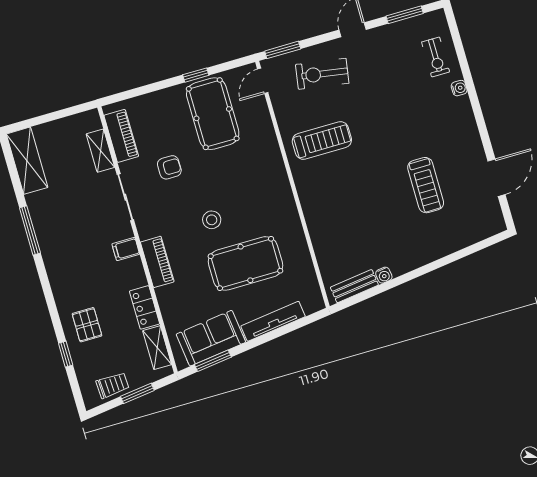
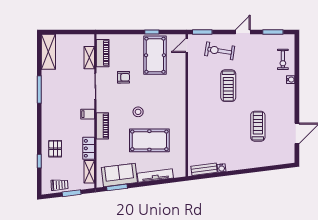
treadmill: (322, 140) -> (228, 86), moved, turned 90
treadmill: (426, 185) -> (258, 126), turned 180

